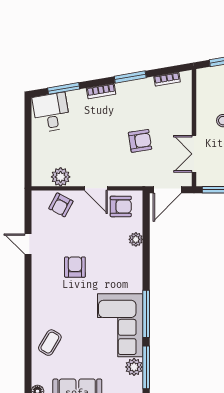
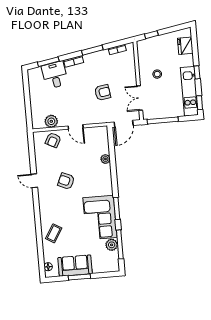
desk: (51, 112) -> (55, 75), moved
armchair: (121, 206) -> (93, 138), removed
door: (28, 244) -> (34, 181), moved
armchair: (75, 267) -> (66, 181), turned -66
window: (146, 314) -> (117, 208), width x0.69

